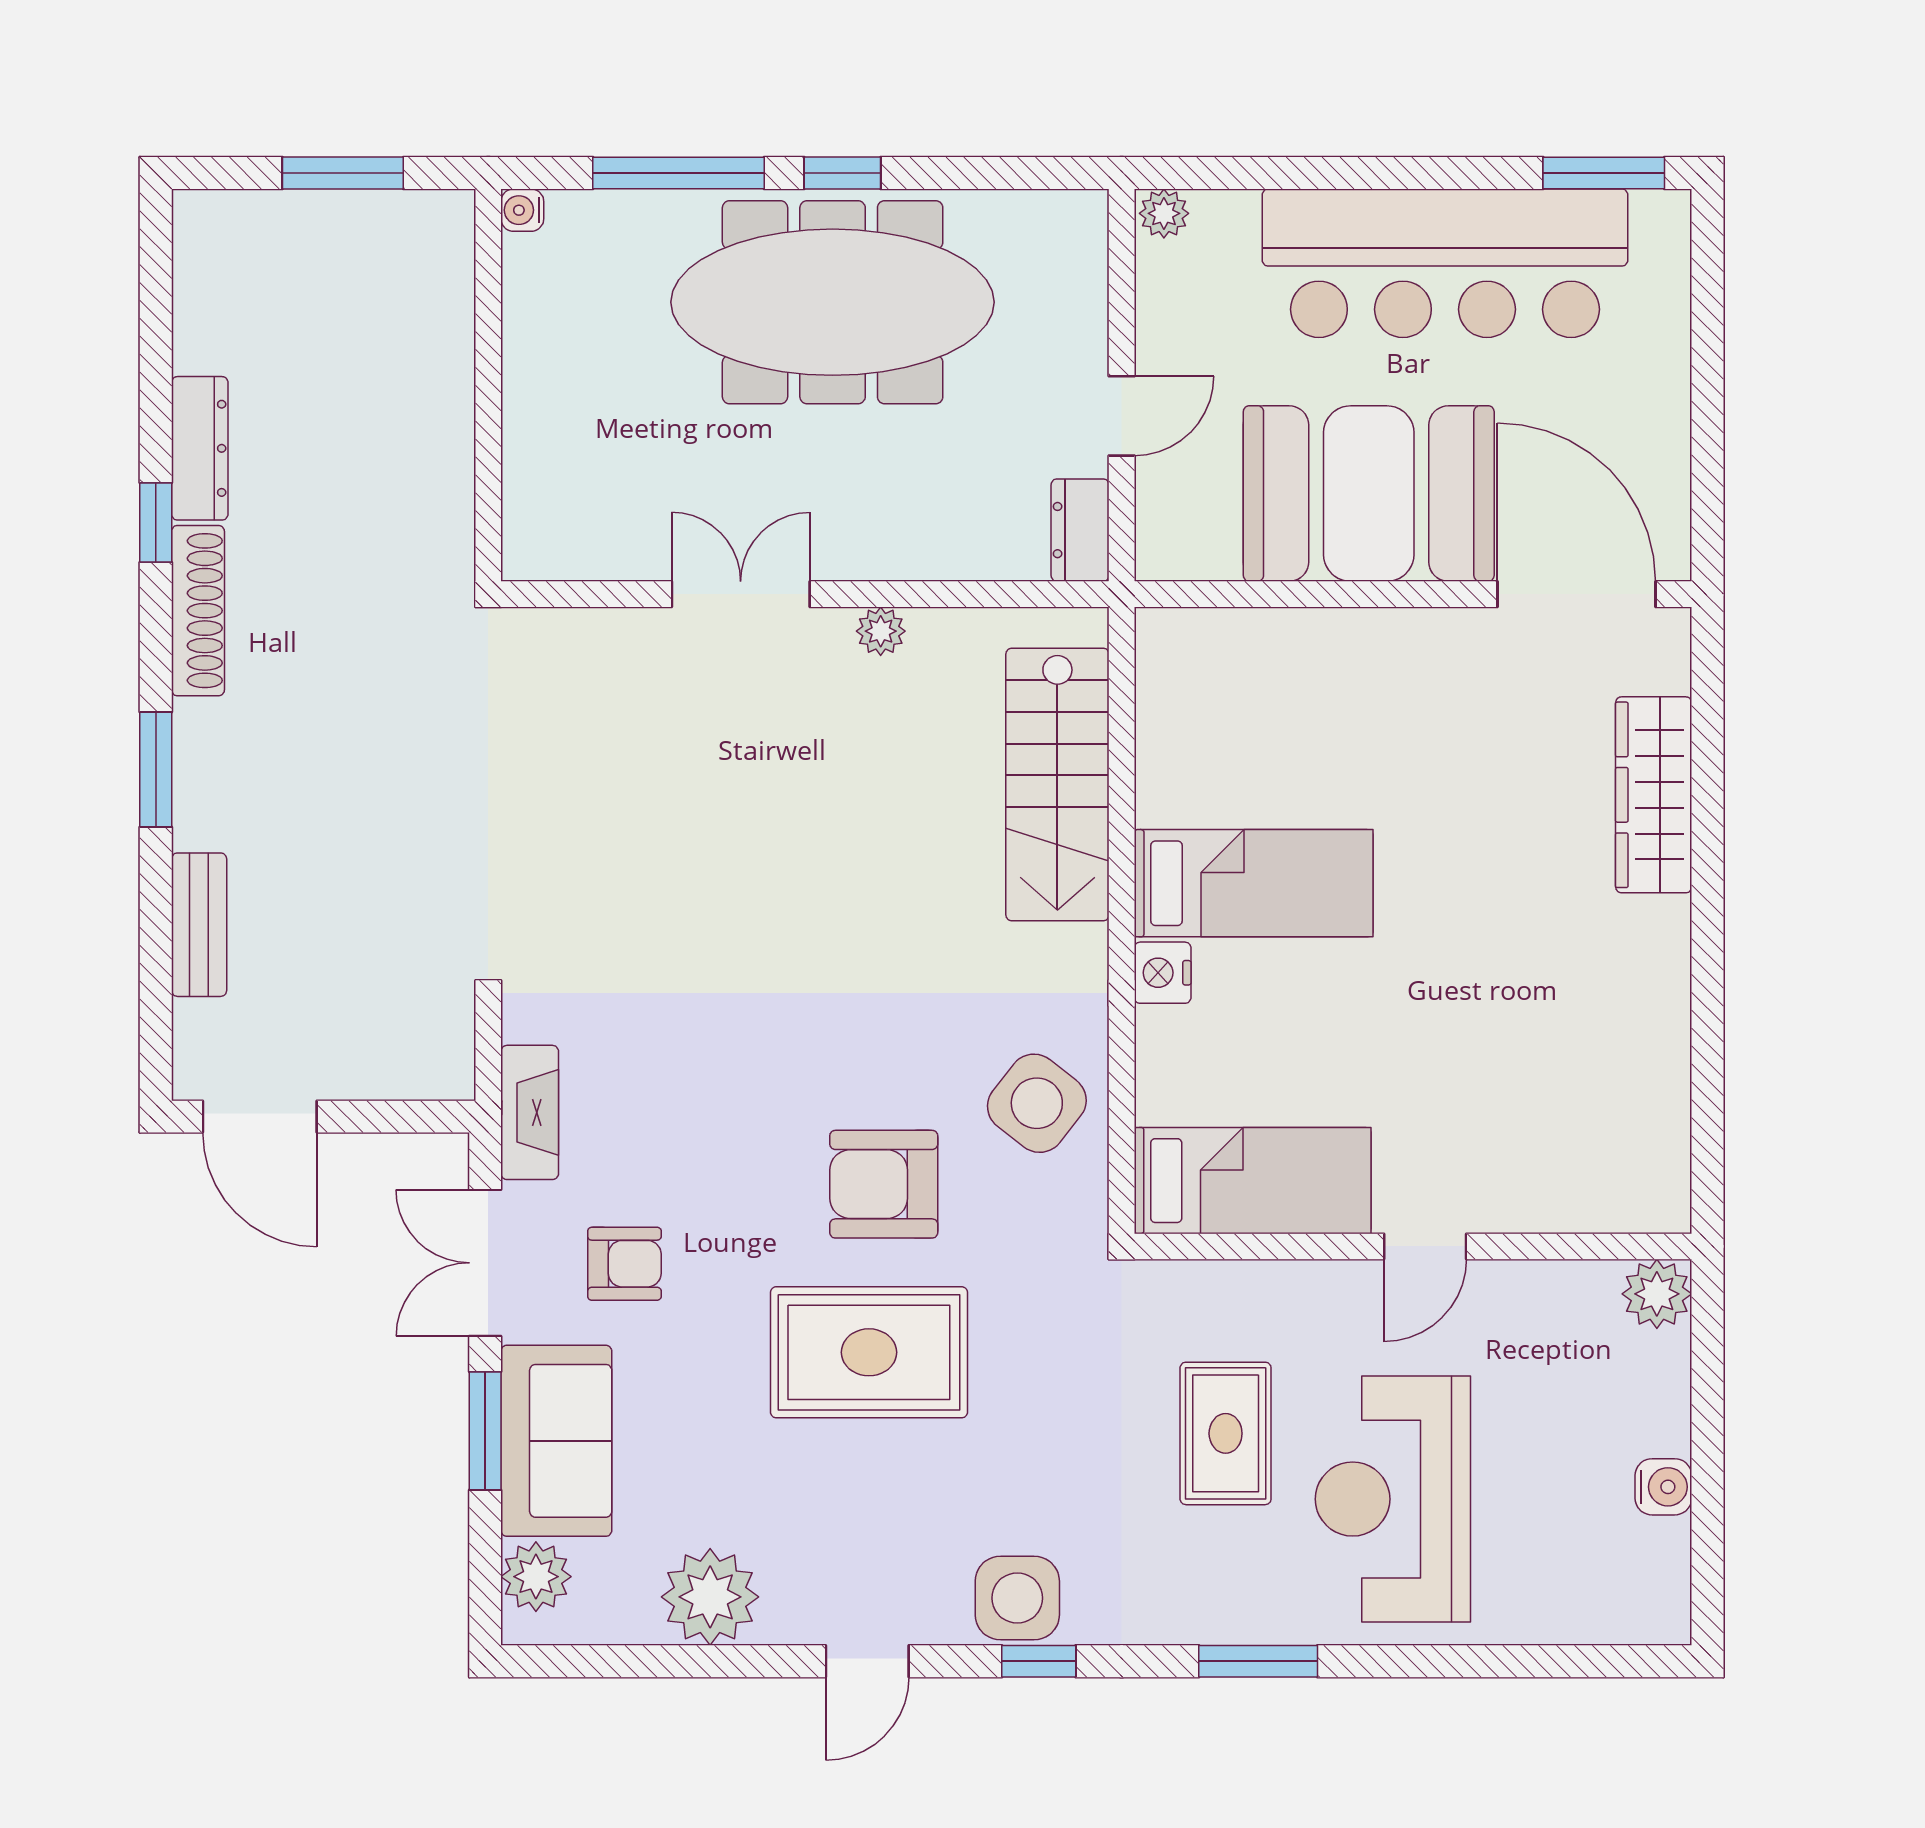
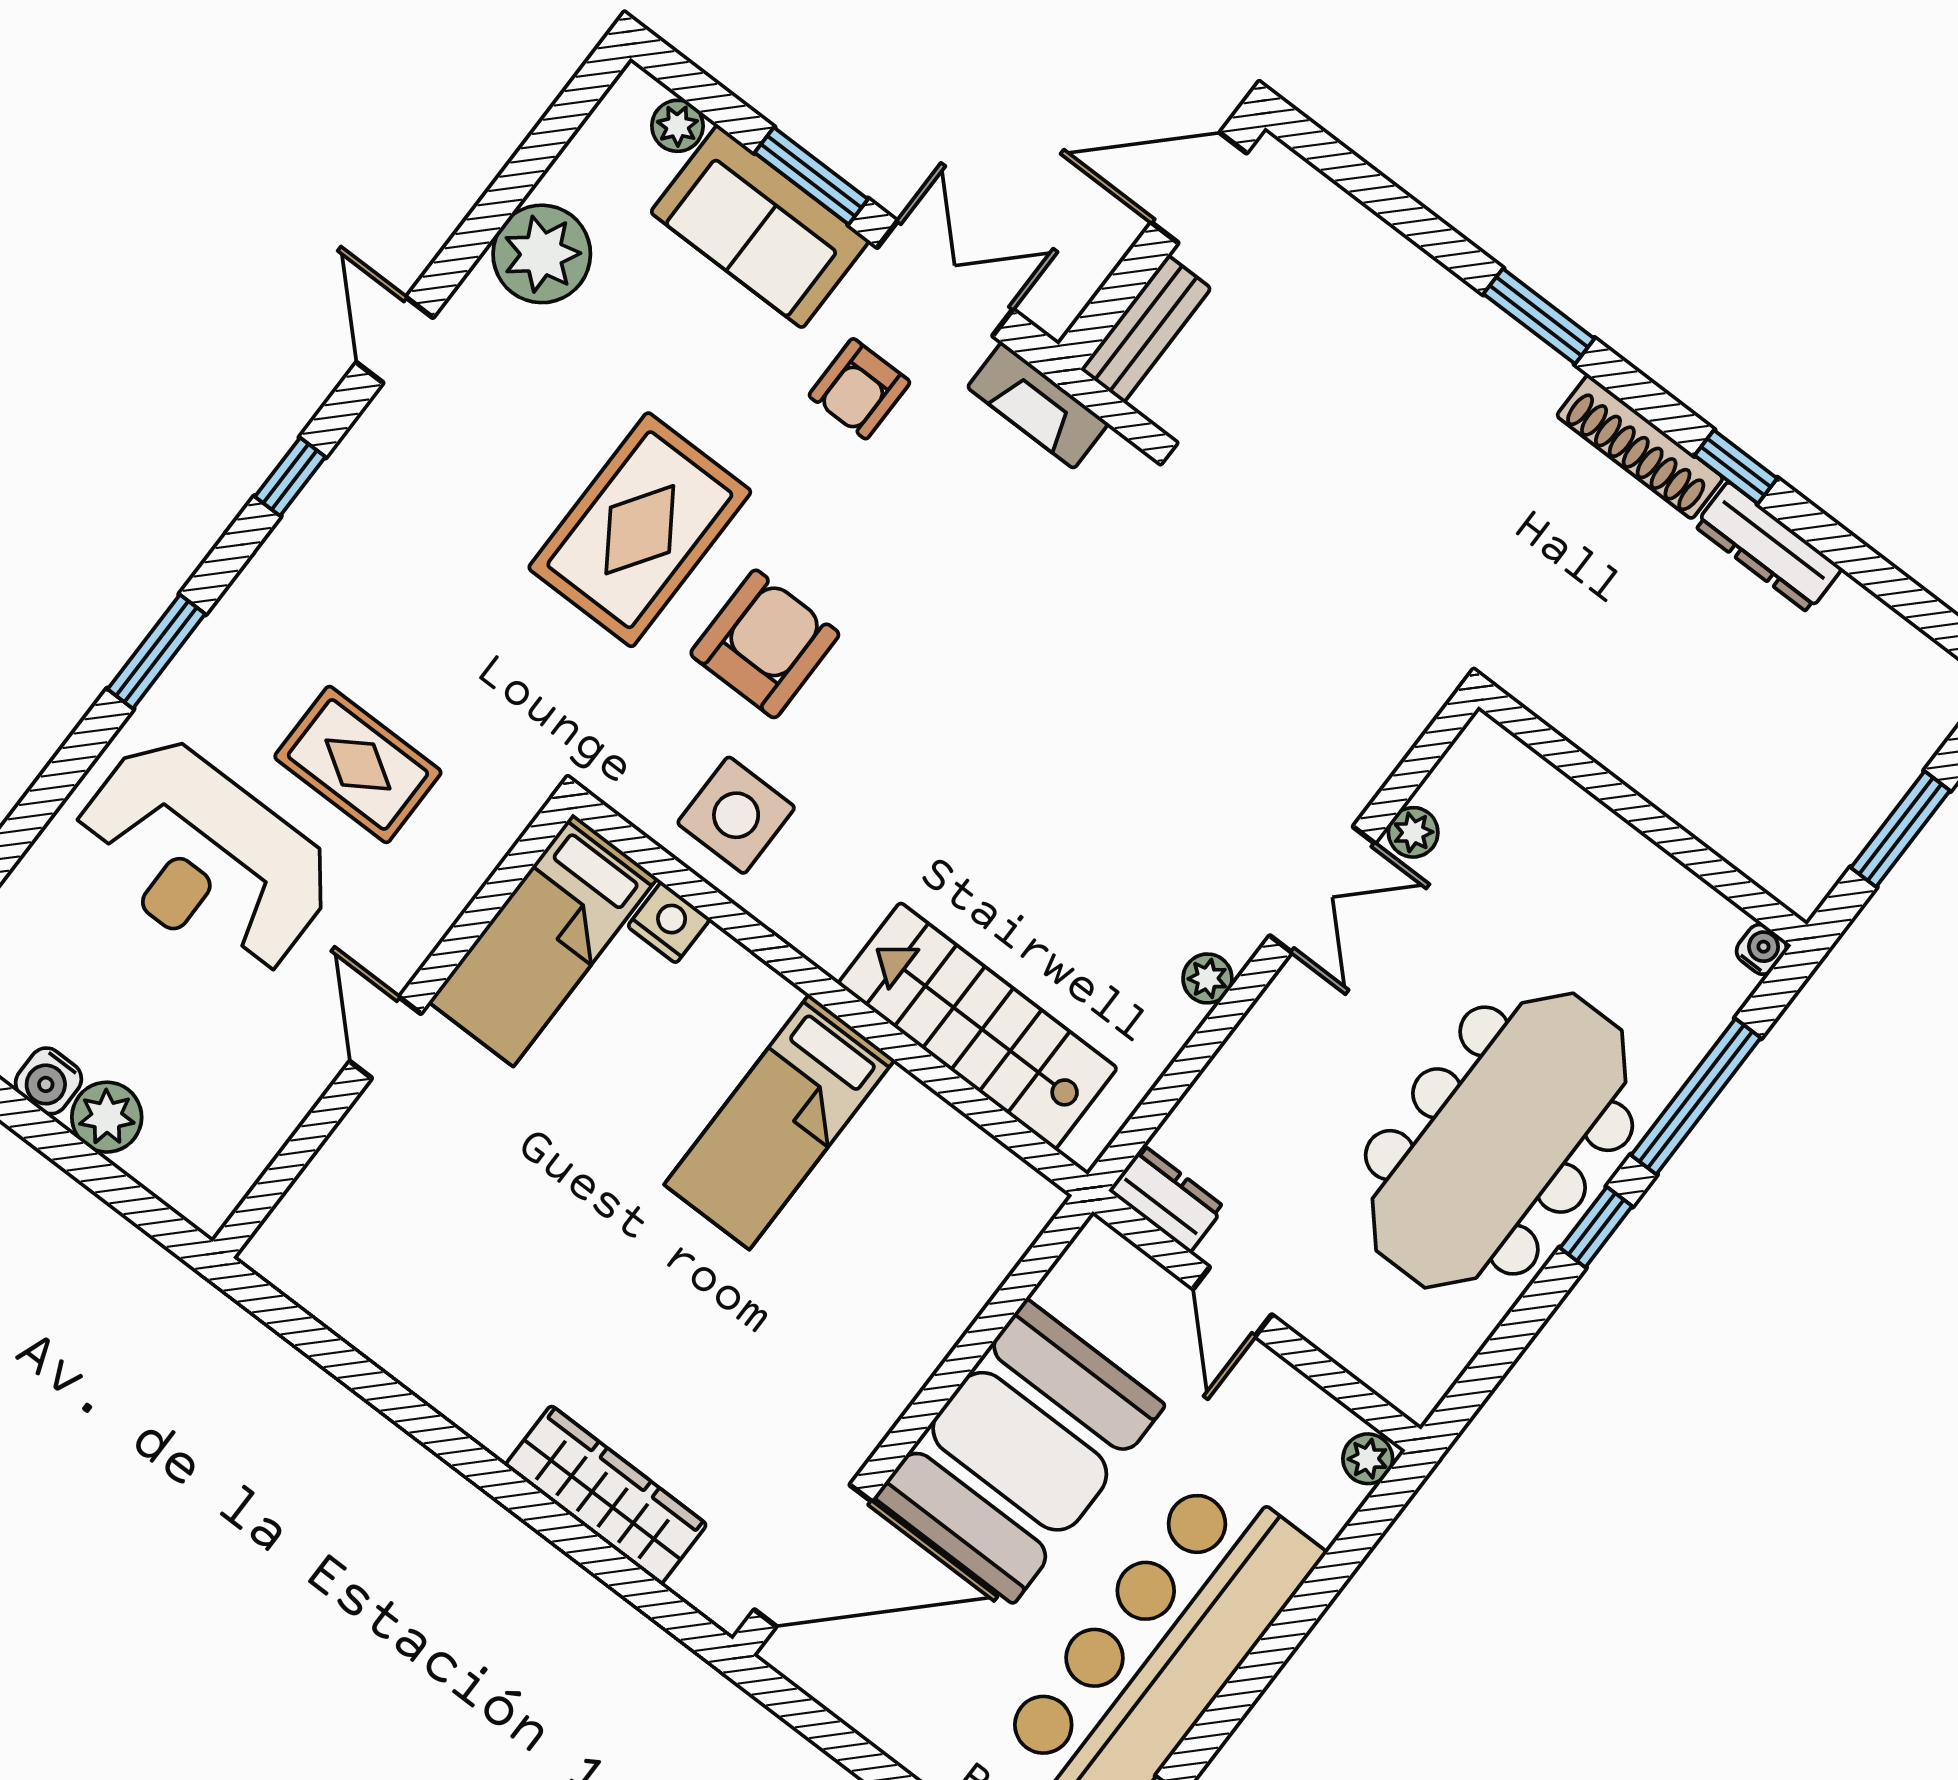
plant: (640, 557) -> (1413, 832), added
bench: (199, 925) -> (1146, 329), moved, turned 90
nightstand: (1163, 973) -> (669, 923), moved
side table: (1037, 1103) -> (736, 815), turned -38
plant: (1657, 1294) -> (107, 1117), moved
reception desk: (1393, 1499) -> (204, 858), turned 180
plant: (536, 1577) -> (677, 126), width x0.73, depth x0.73
side table: (1017, 1598) -> (354, 498), removed

